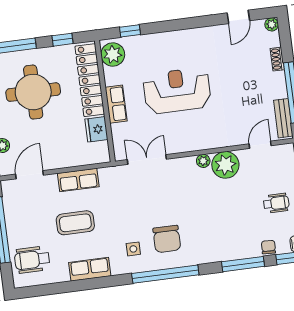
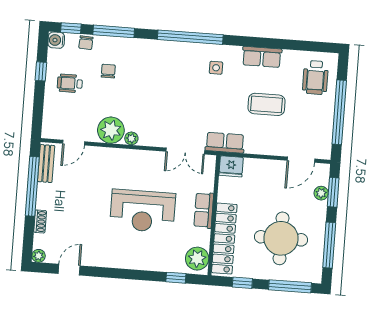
fridge: (96, 129) -> (231, 166), moved, turned 90
row of seats: (78, 180) -> (225, 143), moved
chair: (167, 239) -> (108, 71), moved, width x0.54, depth x0.54
wheelchair: (32, 260) -> (315, 78), turned 90

